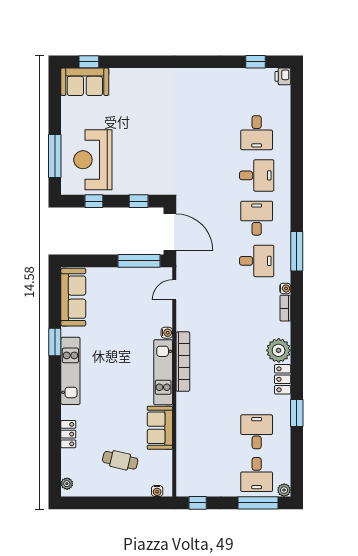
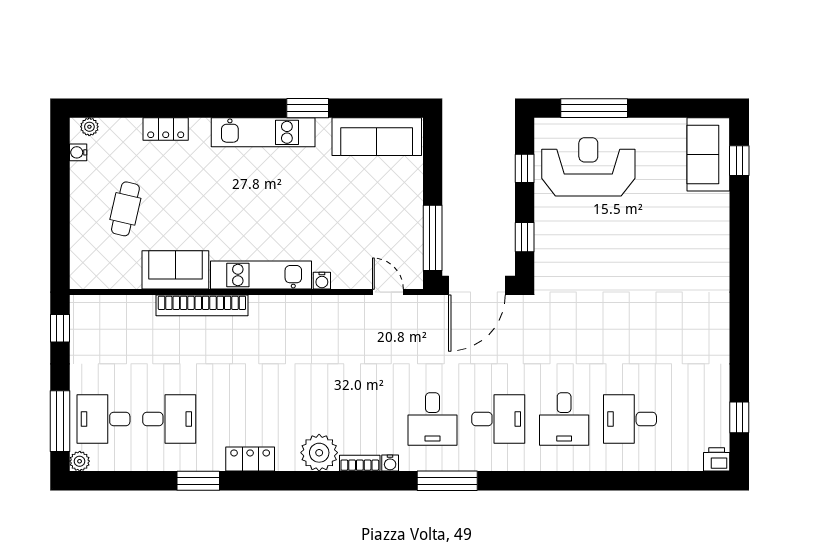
plant: (279, 350) -> (319, 453), moved
bookcase: (183, 362) -> (202, 305), moved
water cooler: (157, 491) -> (78, 152), moved

